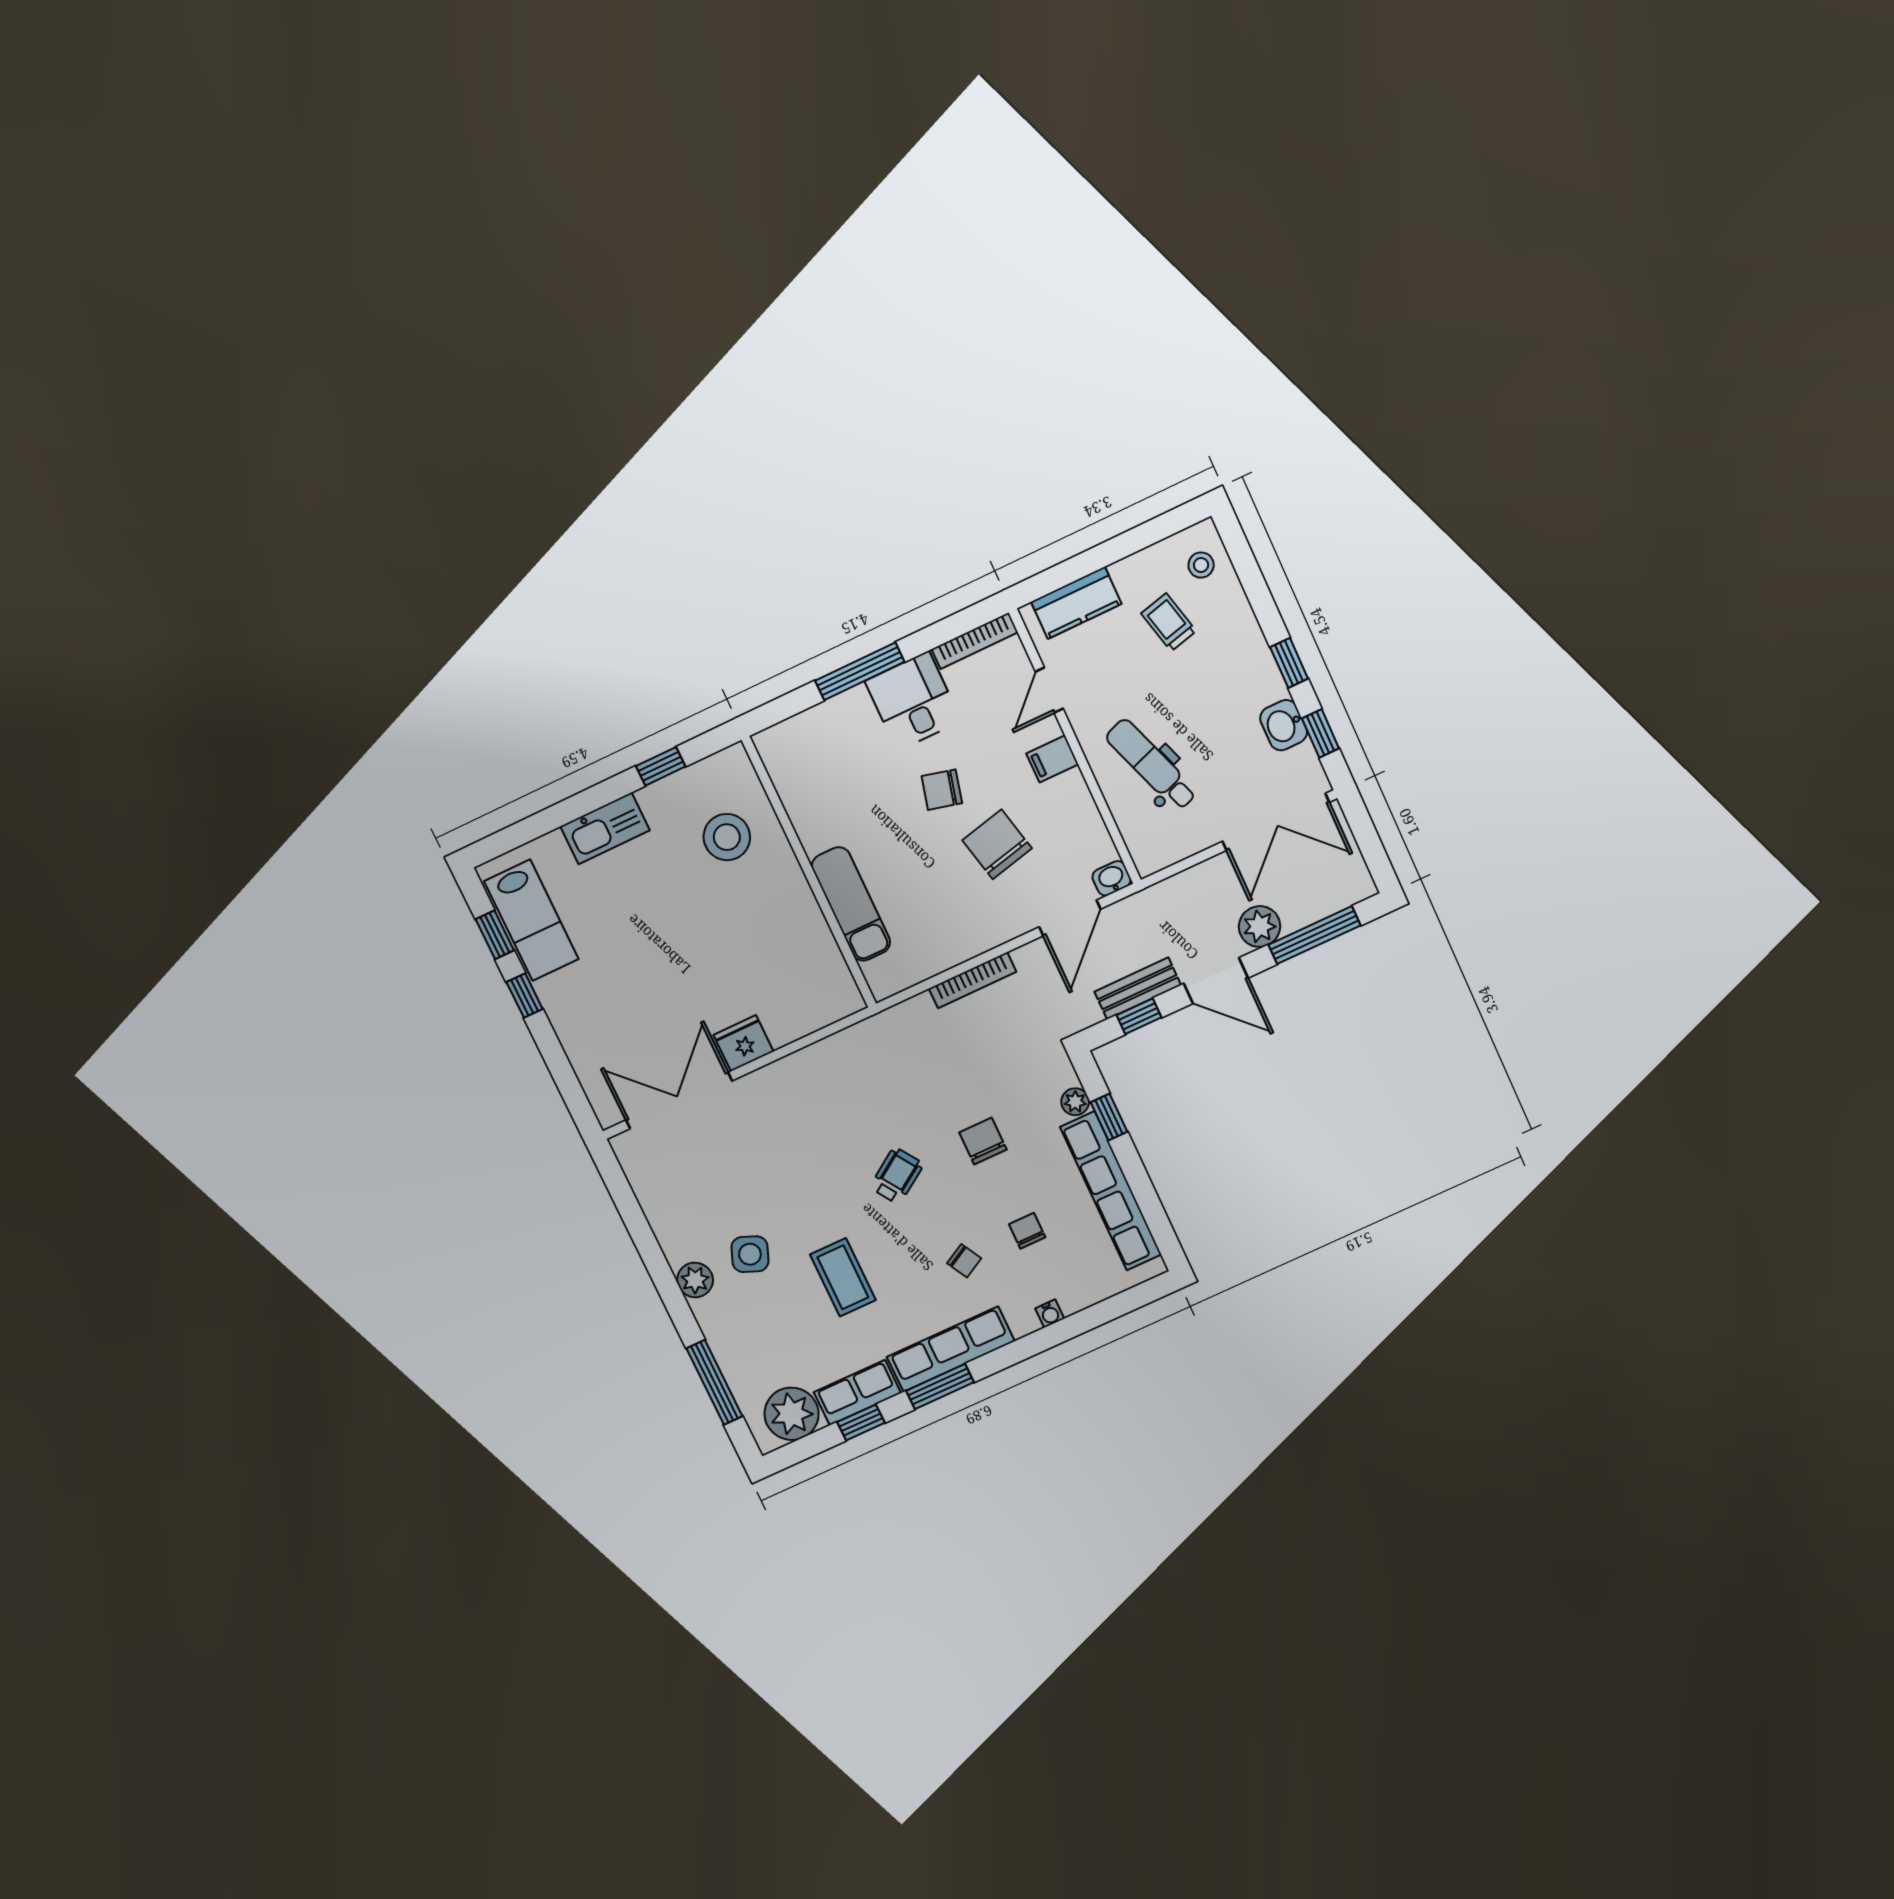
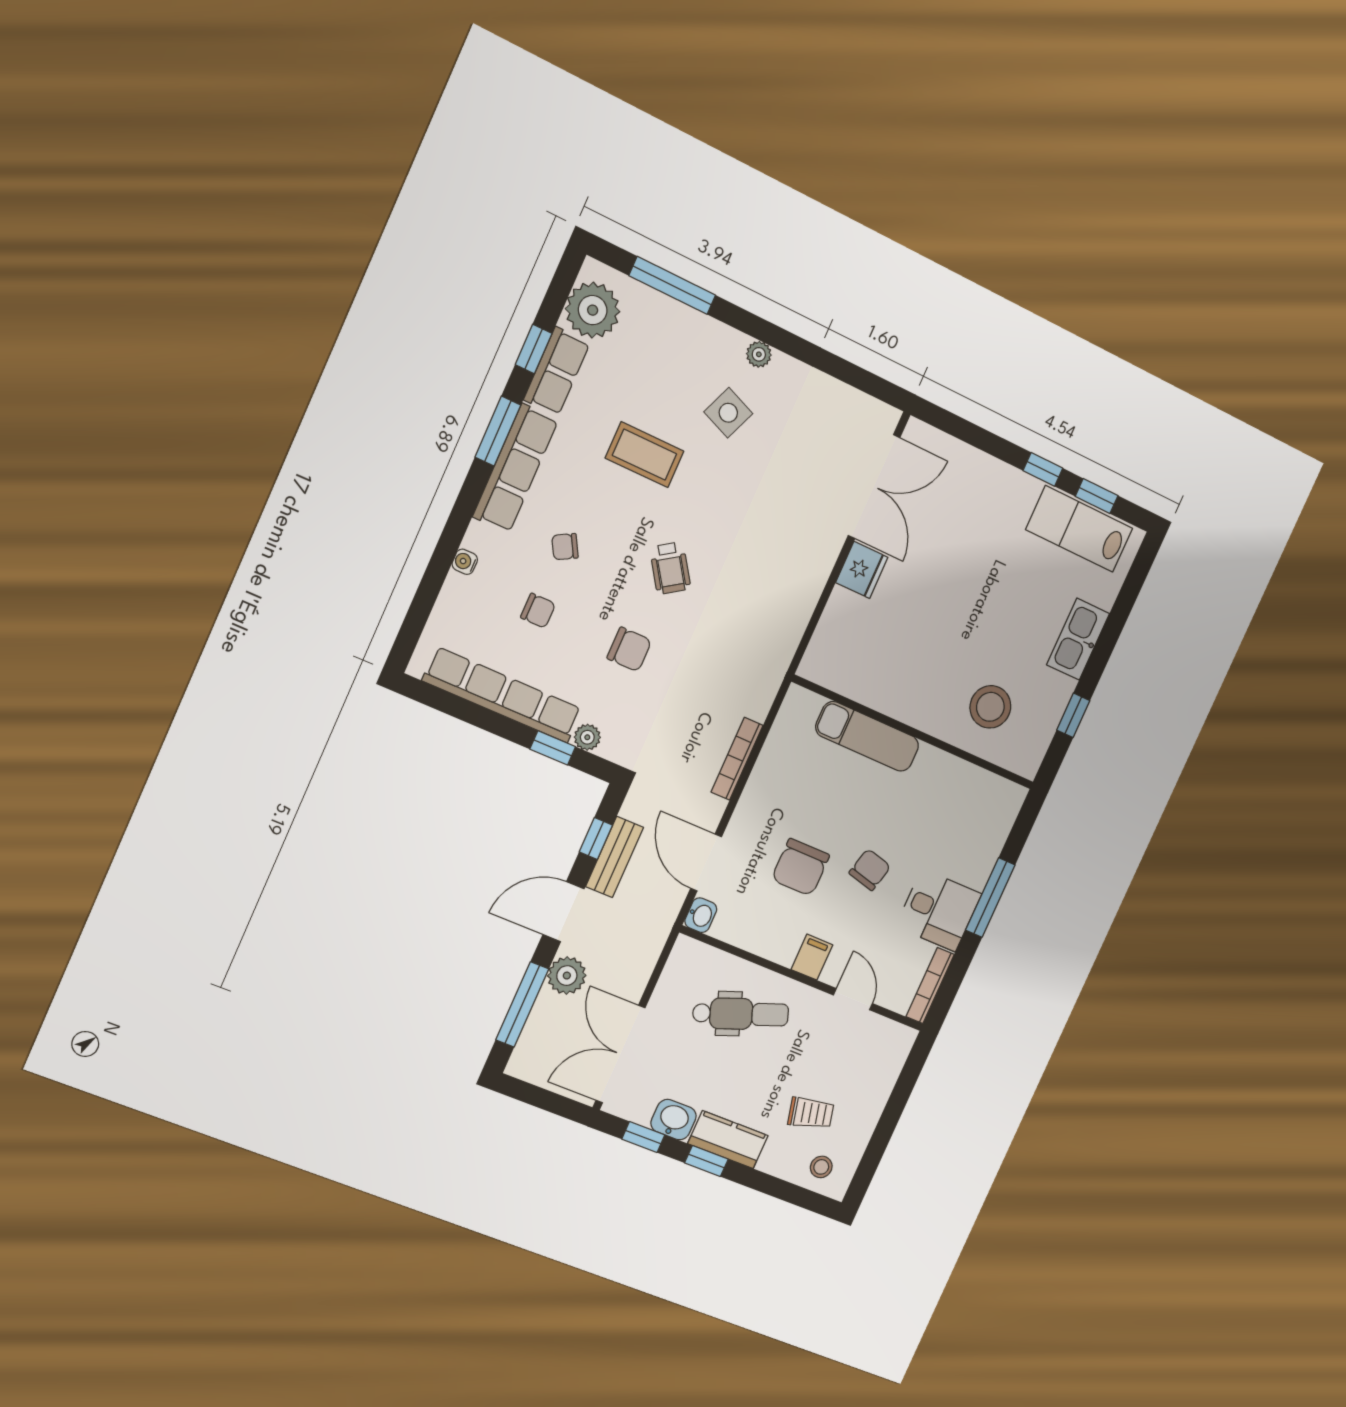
kitchen counter: (1076, 603) -> (728, 1140), moved, turned 90
chair: (997, 844) -> (801, 867), turned 103
plant: (695, 1280) -> (759, 354), width x0.73, depth x0.73

